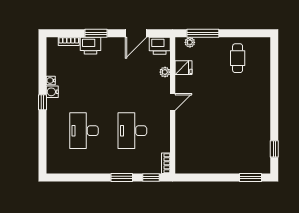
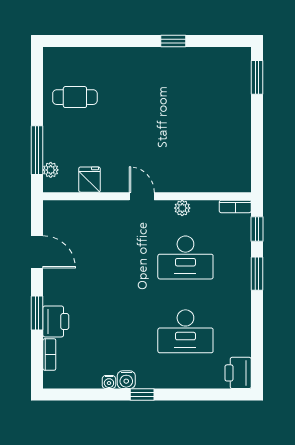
printer: (160, 46) -> (238, 373), moved, turned 180
plant: (165, 72) -> (182, 208), moved
window: (274, 149) -> (173, 41), moved

